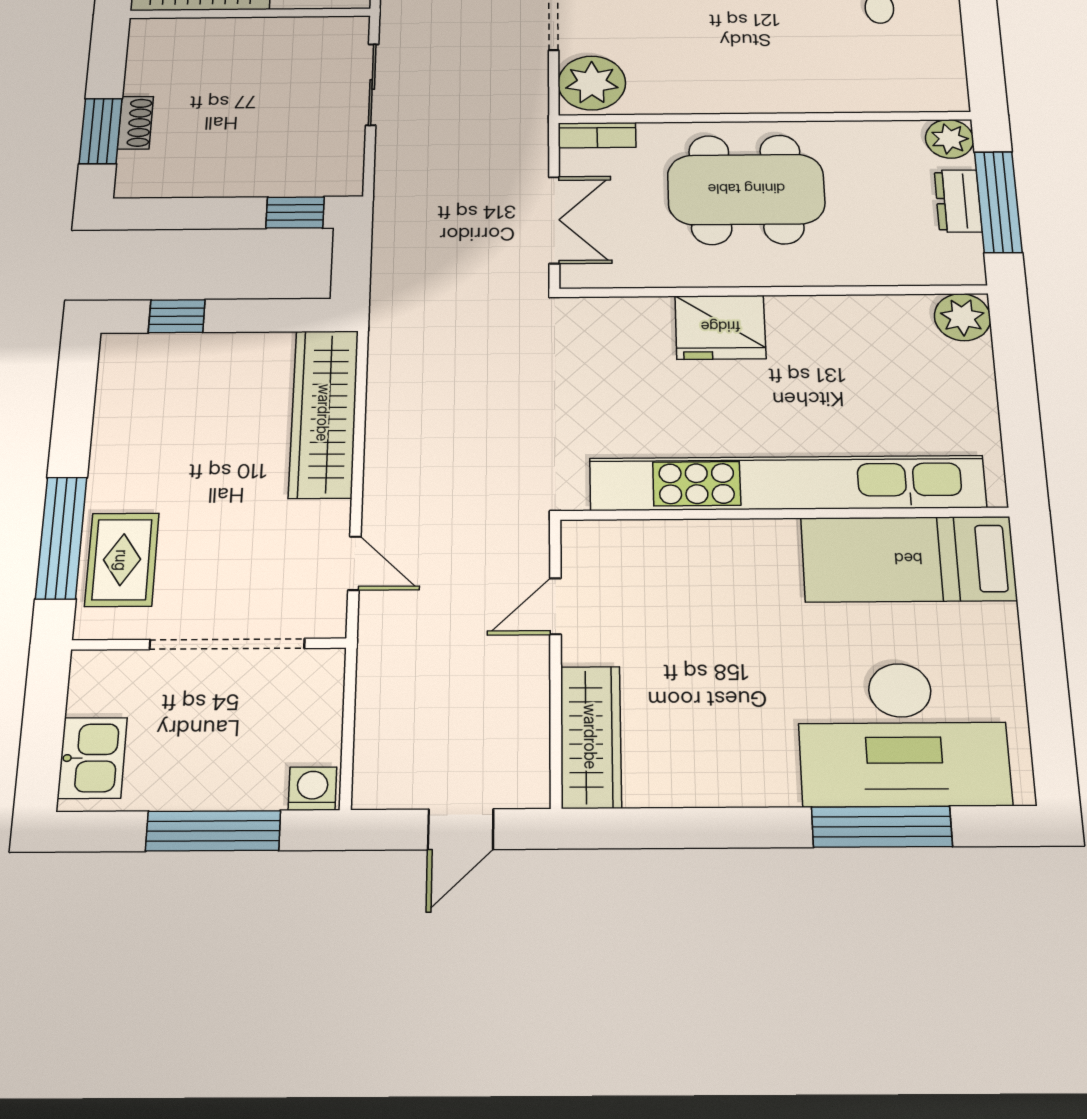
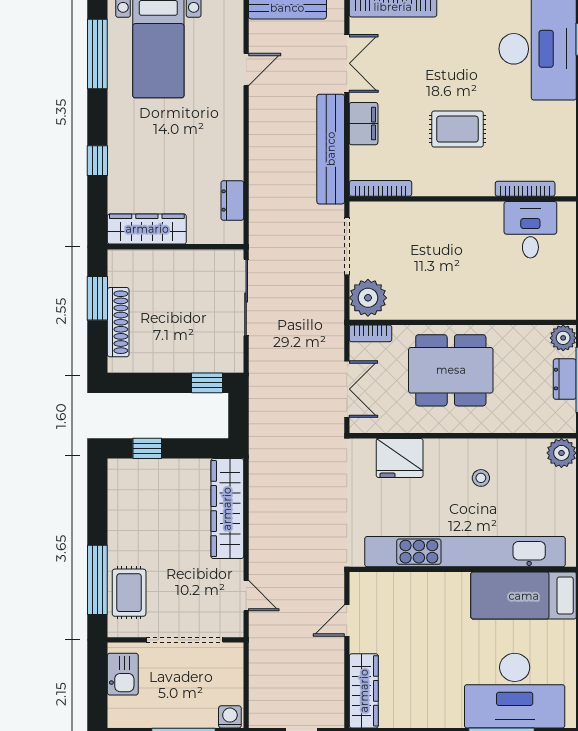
sliding door: (372, 84) -> (246, 297), width x1.37
shoe rack: (135, 123) -> (118, 322), width x1.94, depth x1.24
window: (101, 131) -> (97, 298), moved
fridge: (720, 327) -> (400, 458), moved
stool: (811, 359) -> (481, 478), added
kitchen sink: (92, 758) -> (123, 674), moved

